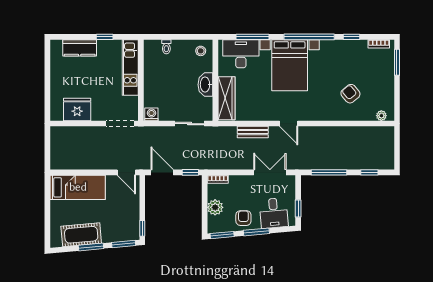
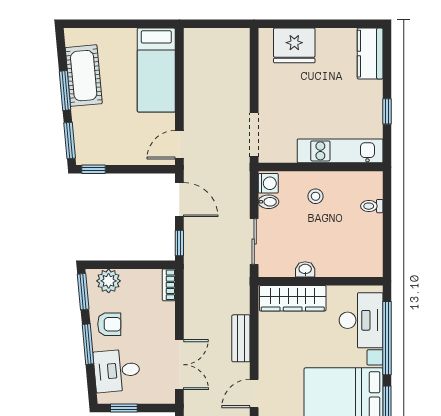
window: (253, 37) -> (387, 338), width x1.46
kitchen counter: (80, 48) -> (370, 54), moved
stool: (201, 51) -> (316, 196), moved
washbasin: (205, 85) -> (305, 269), width x0.52, depth x0.69
fridge: (77, 109) -> (294, 45), moved, turned 90
bidet: (164, 114) -> (268, 202), added
door: (162, 172) -> (179, 200), hinge flipped
plant: (215, 207) -> (109, 281), moved

